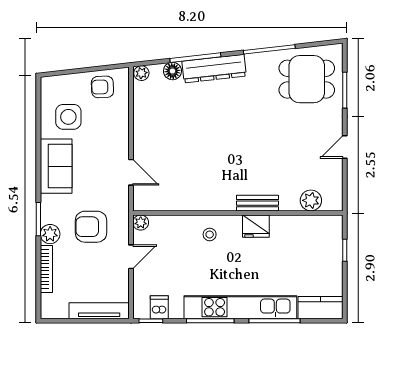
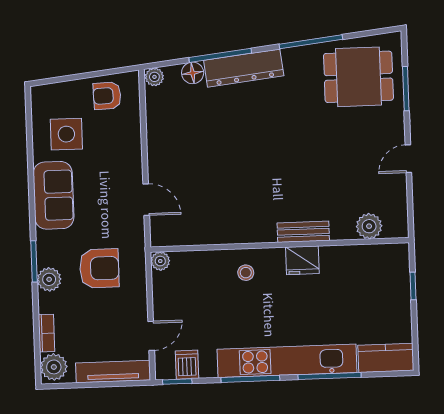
armchair: (91, 227) -> (99, 268), turned 180
door: (131, 257) -> (151, 336), moved
bookcase: (46, 269) -> (47, 333), width x0.64
plant: (51, 305) -> (54, 367), added

